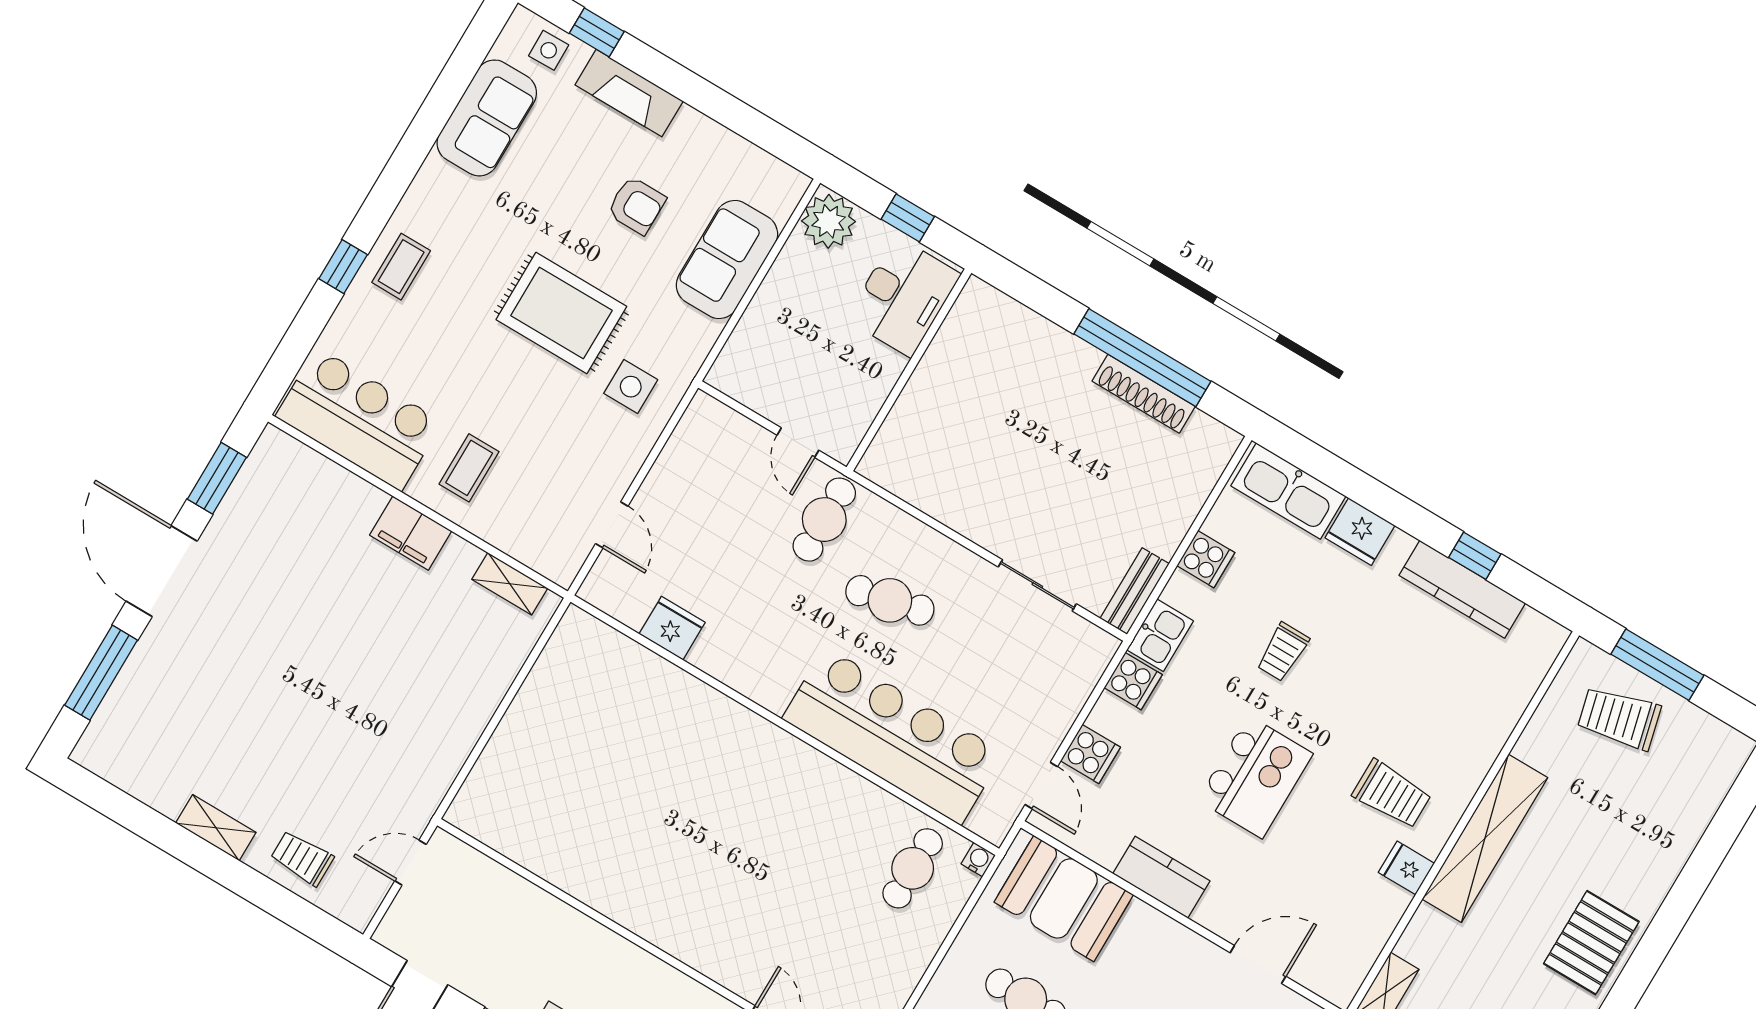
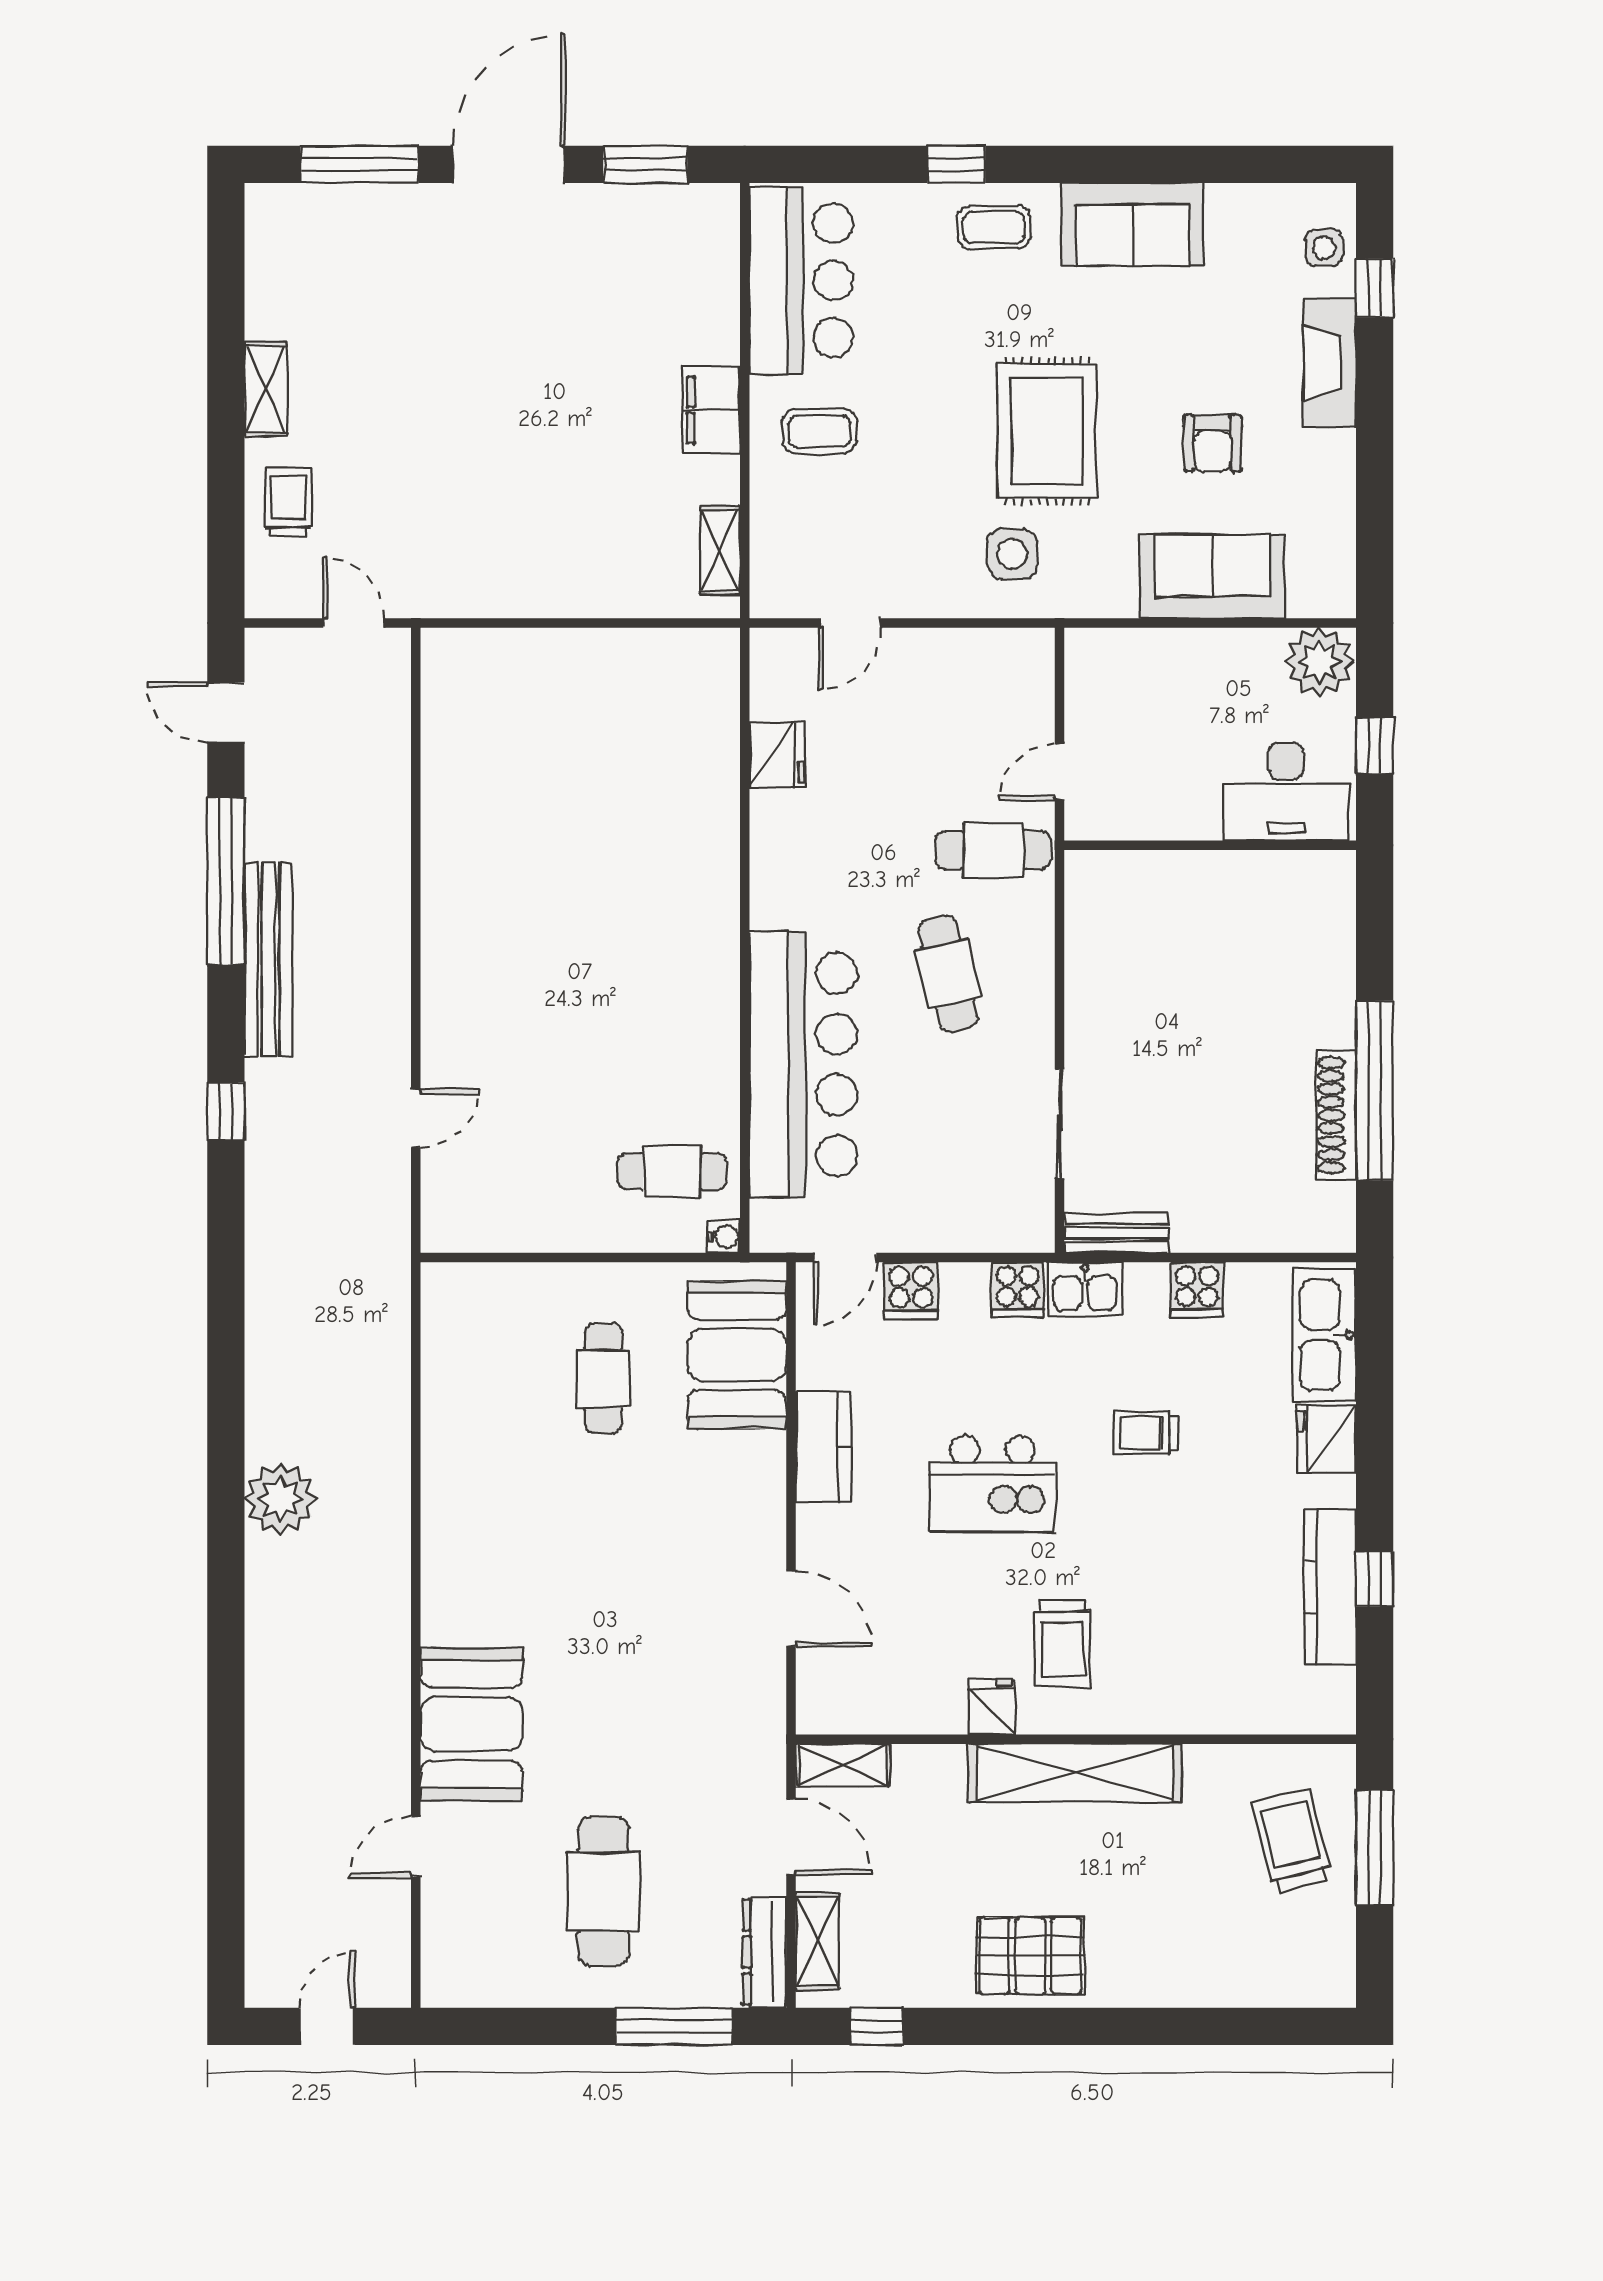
sofa: (487, 118) -> (1133, 224), moved

